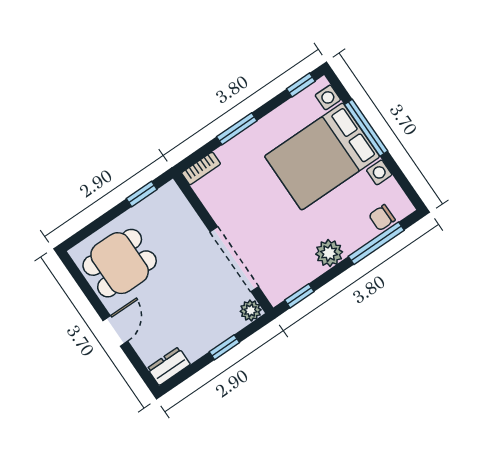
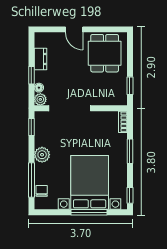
floor lamp: (235, 324) -> (39, 88), added
dresser: (169, 366) -> (40, 59), moved

